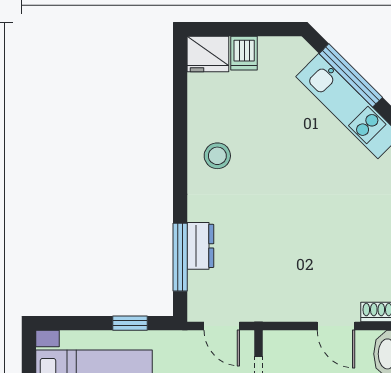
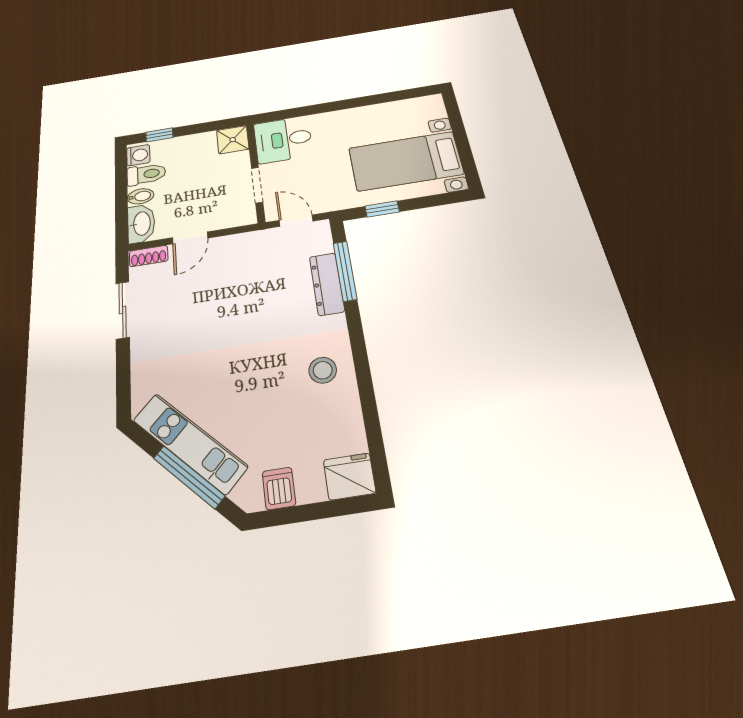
dishwasher: (244, 53) -> (279, 488), moved
dresser: (200, 246) -> (327, 284), width x1.44
door: (336, 326) -> (190, 238), swing flipped

